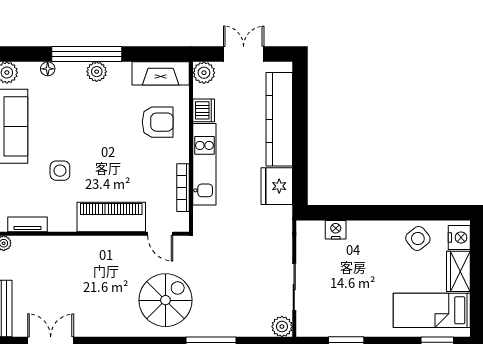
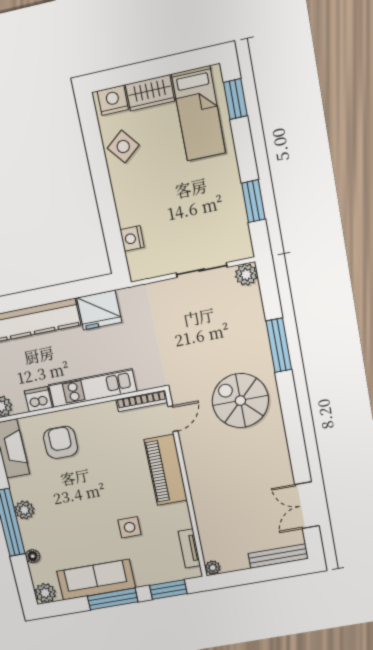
bookcase: (183, 188) -> (142, 401), moved

